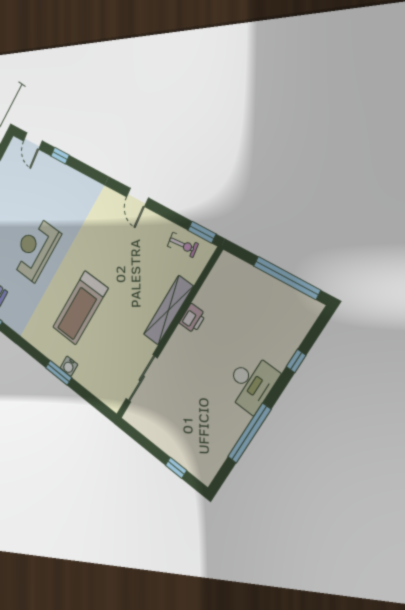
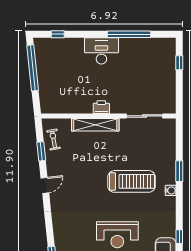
window: (202, 232) -> (41, 151), moved
printer: (193, 318) -> (101, 107), moved
window: (296, 361) -> (58, 34), moved
water cooler: (69, 366) -> (171, 190), moved

